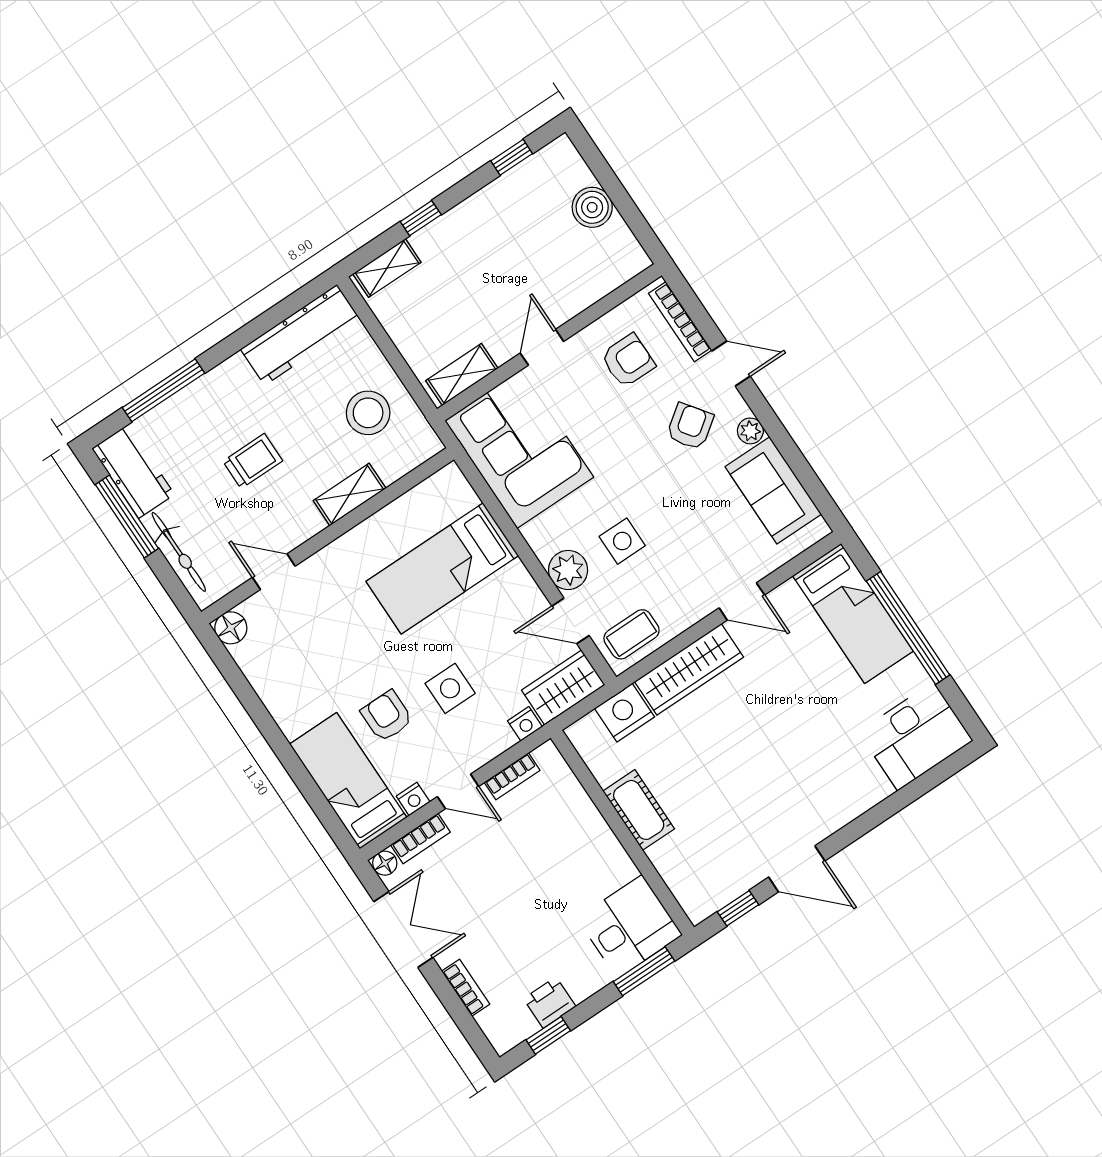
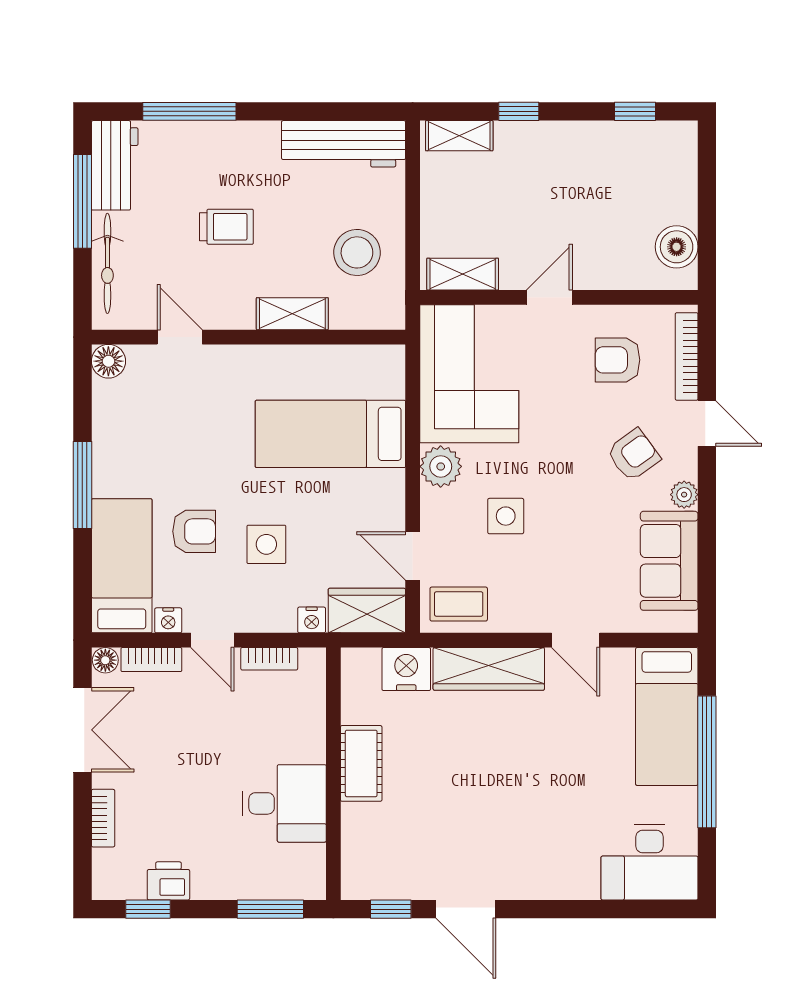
boiler: (592, 207) -> (677, 247), moved
armchair: (628, 361) -> (618, 360), turned 180
plant: (568, 570) -> (441, 466), moved
armchair: (387, 716) -> (194, 531), turned 90
window: (275, 738) -> (82, 485), added
desk: (630, 927) -> (284, 803), moved

